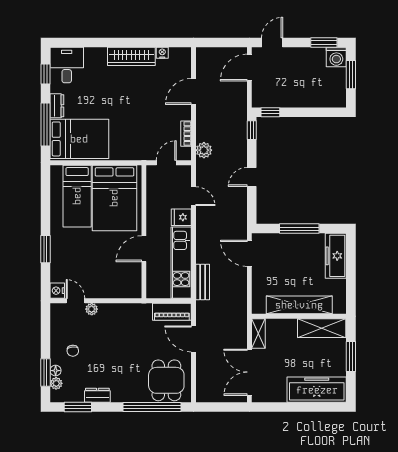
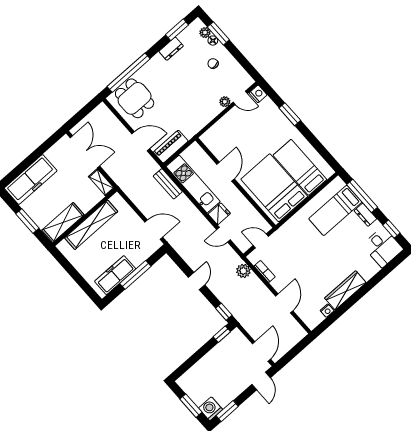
bed: (79, 139) -> (335, 210), width x0.67
door: (166, 163) -> (261, 241), swing flipped
freezer: (336, 256) -> (115, 275), moved, turned -90

